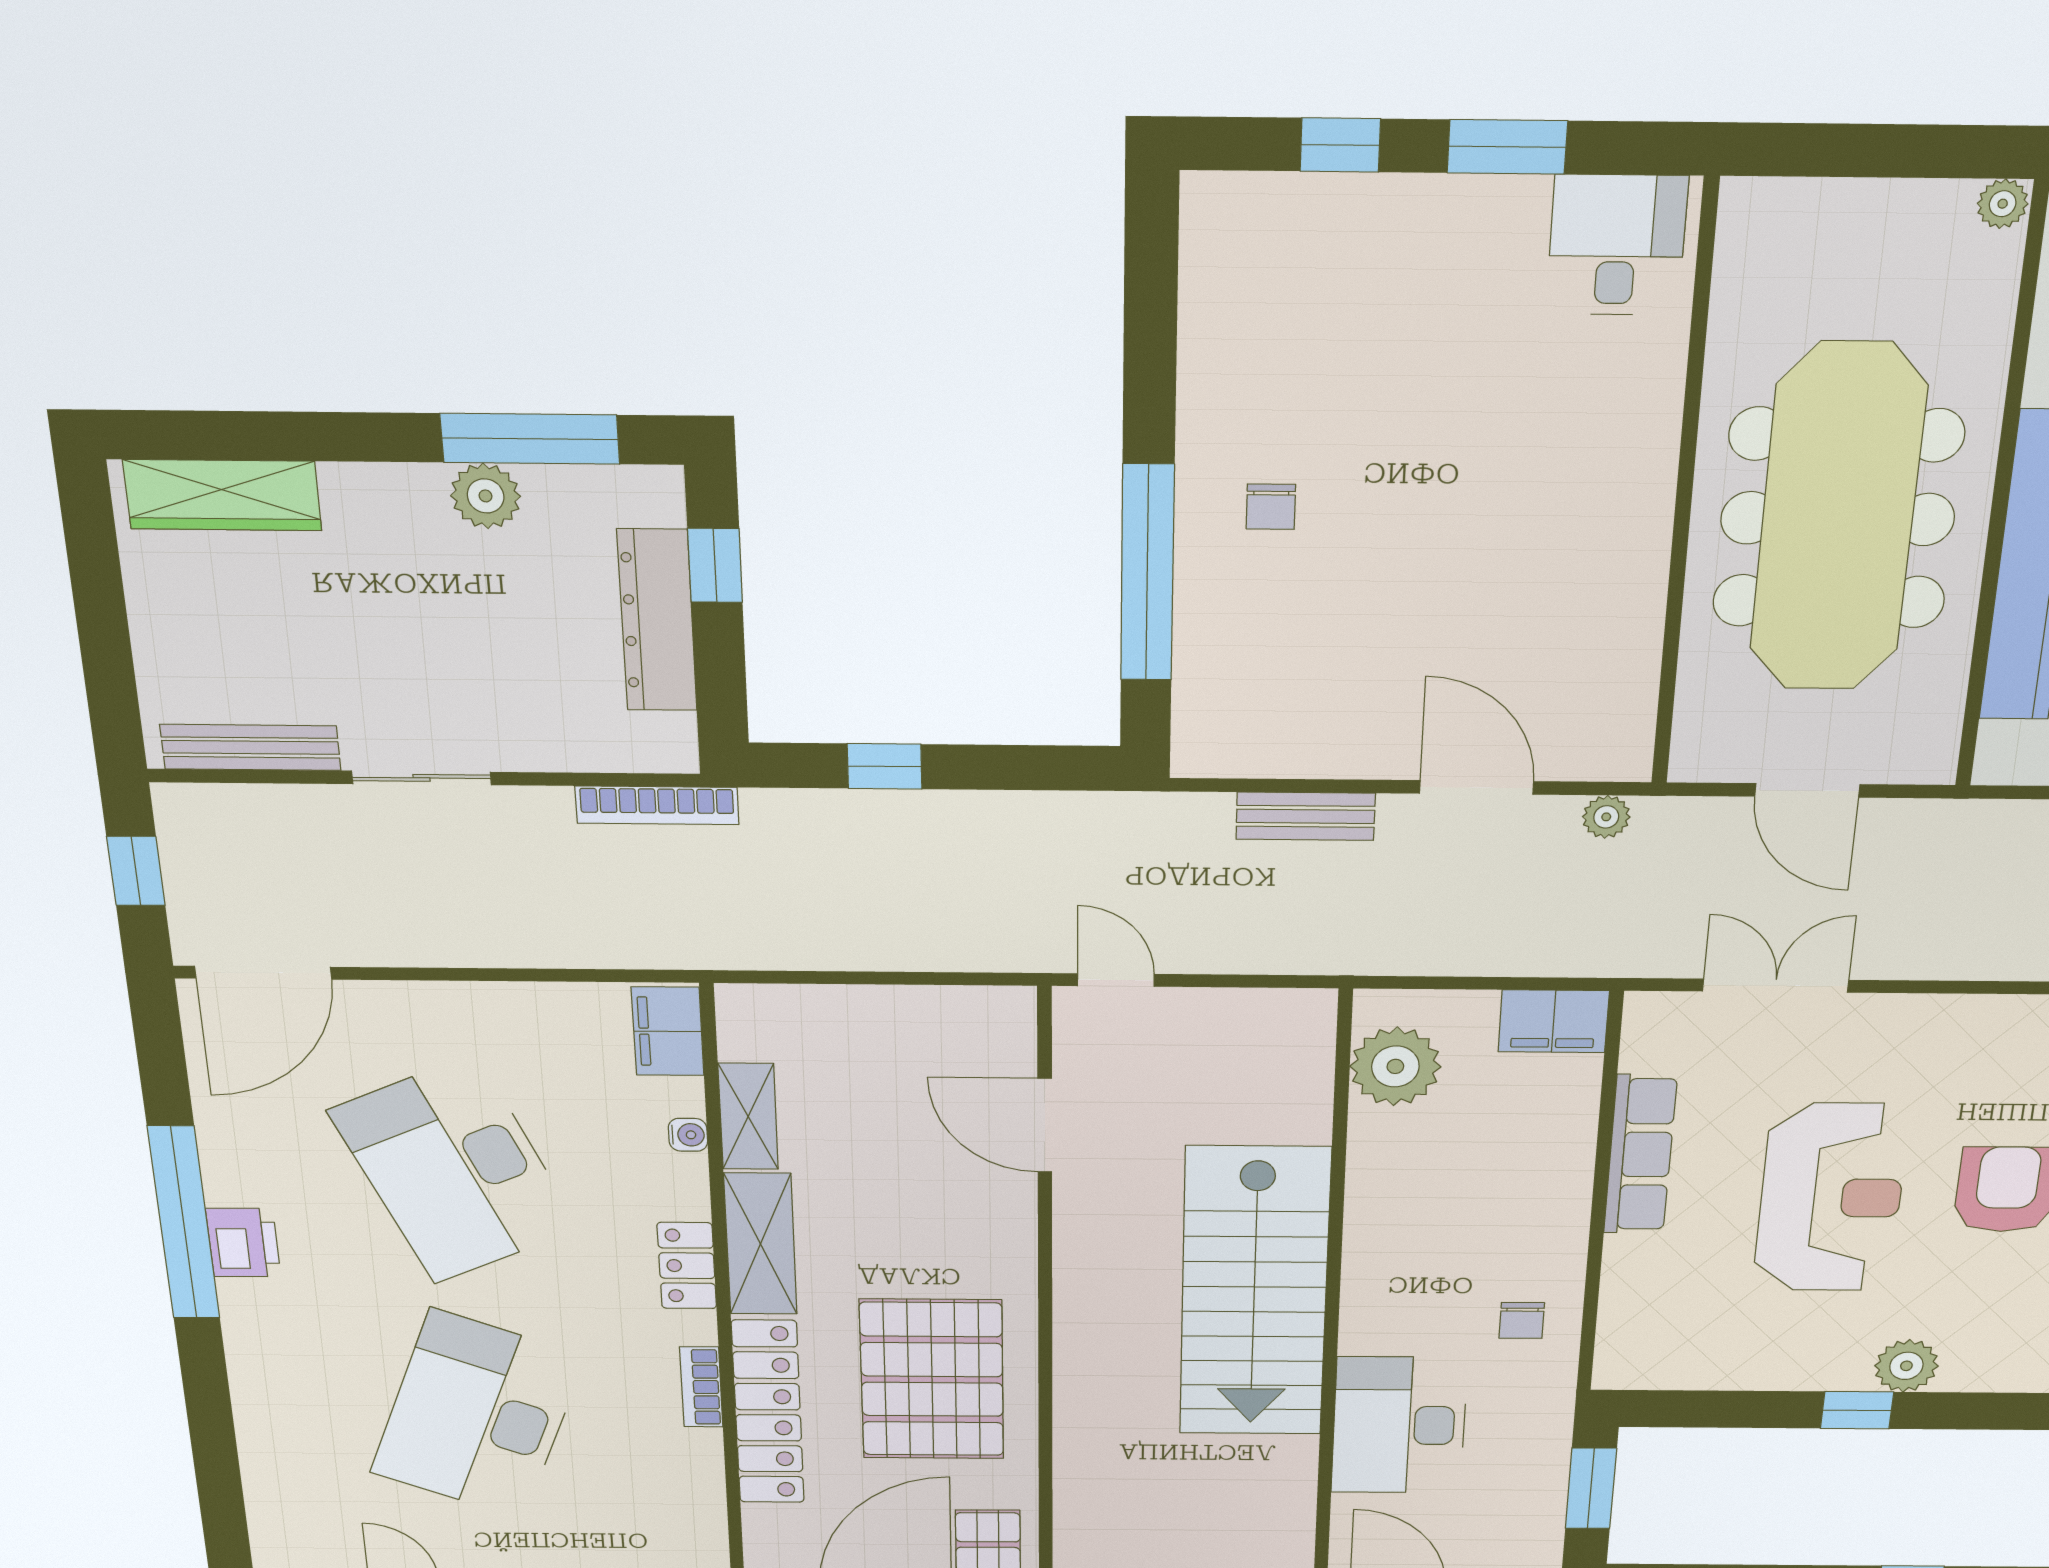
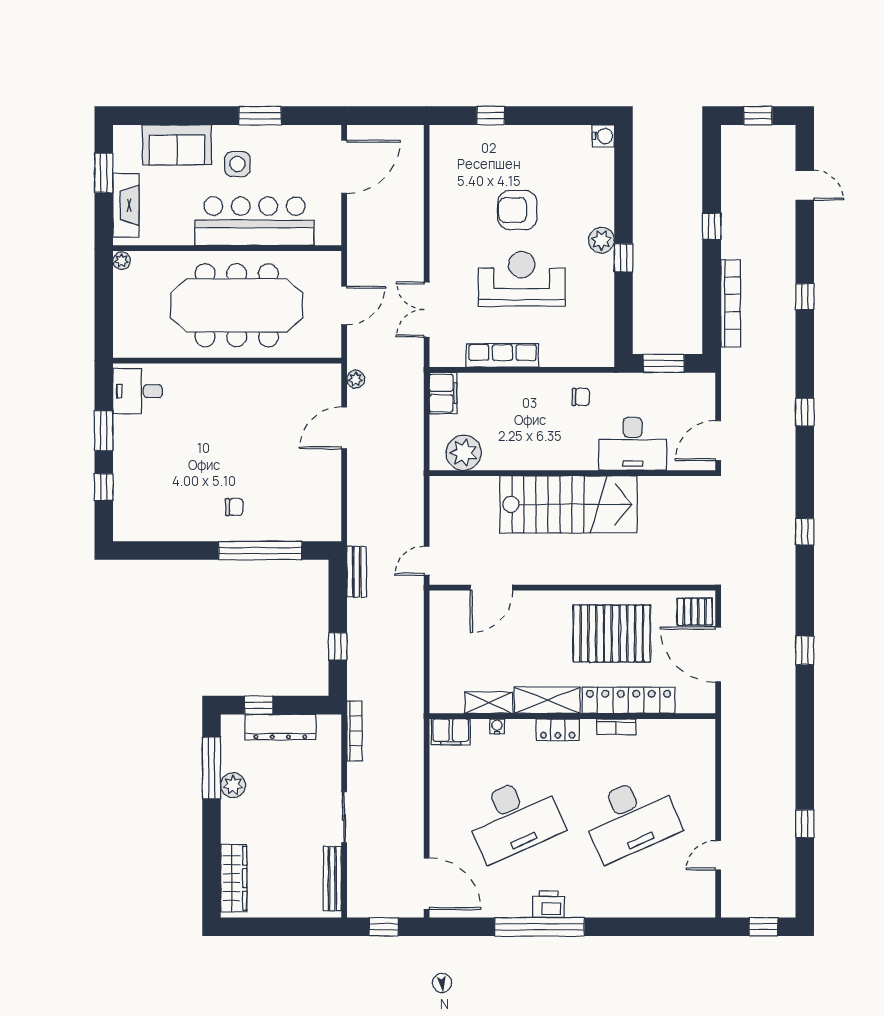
bench: (1306, 816) -> (357, 572), moved
desk: (477, 1415) -> (631, 818), turned -45

